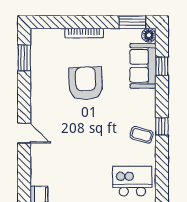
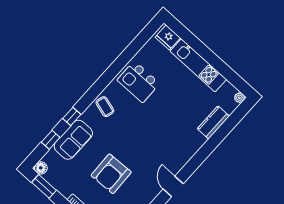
sofa: (143, 66) -> (73, 140), moved
window: (162, 126) -> (72, 116), moved
door: (24, 133) -> (173, 186), moved

